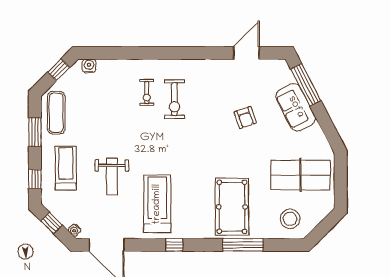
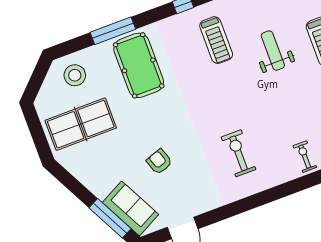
exercise bike: (147, 93) -> (305, 157), moved
sofa: (296, 107) -> (131, 208), moved
treadmill: (157, 204) -> (216, 40), width x0.73, depth x0.73

